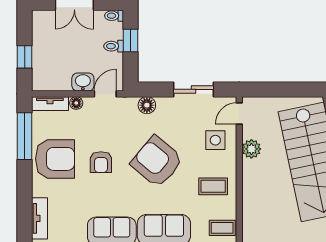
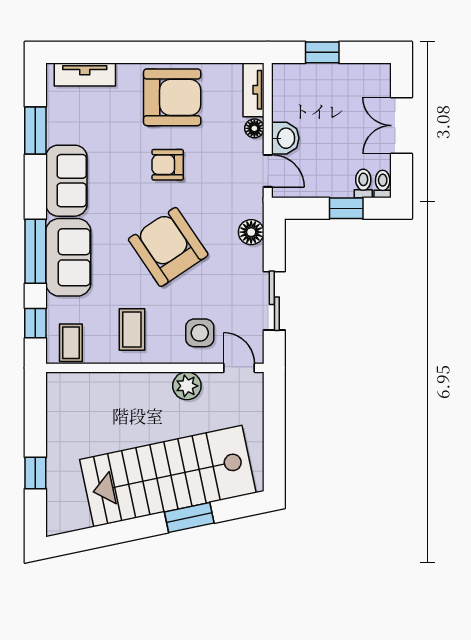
toilet: (114, 46) -> (363, 183), moved
window: (25, 136) -> (206, 52), removed
armchair: (55, 159) -> (172, 97), turned -90
armchair: (157, 162) -> (168, 247), turned -74

